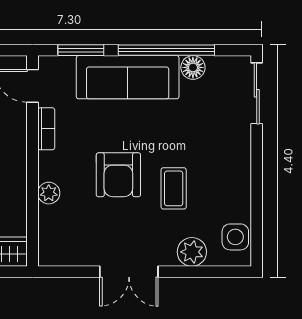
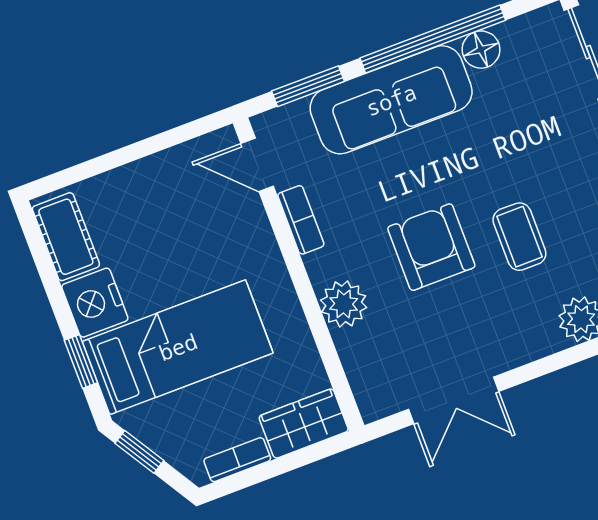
armchair: (118, 175) -> (431, 247), turned 180
plant: (49, 193) -> (344, 304), width x1.38, depth x1.38
double door: (129, 272) -> (454, 400), moved

